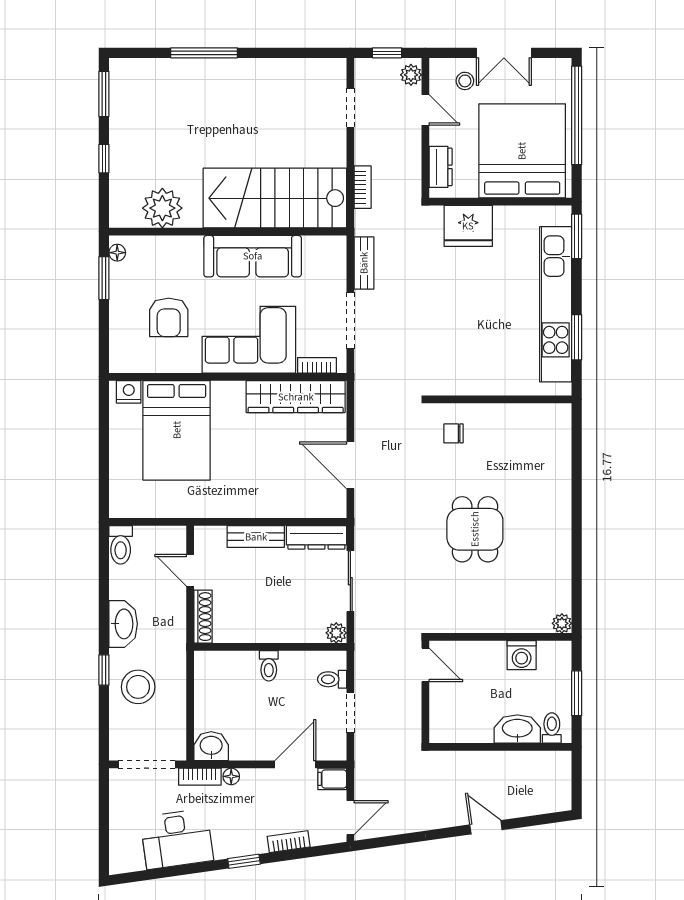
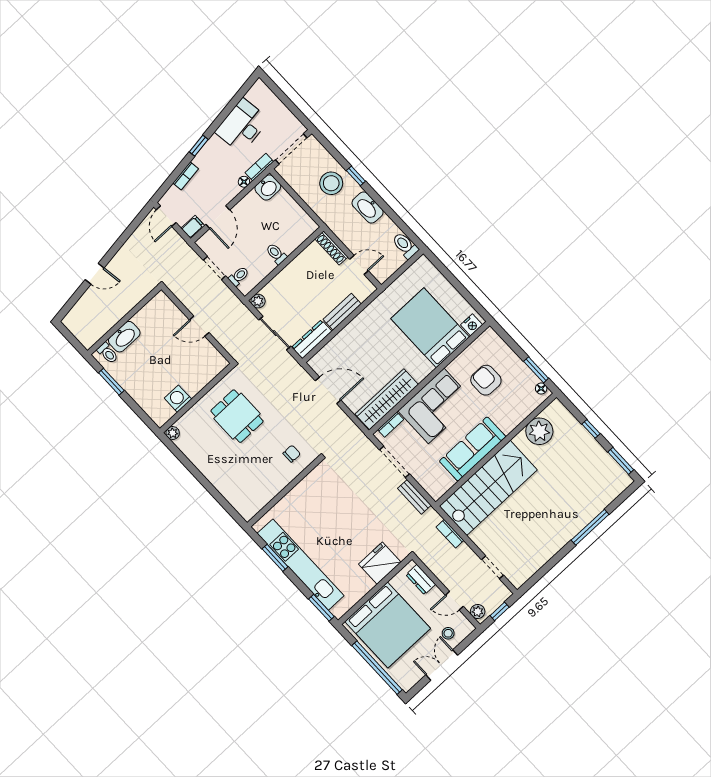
plant: (562, 623) -> (173, 433), moved
wall: (500, 637) -> (197, 398), moved
washing machine: (522, 655) -> (178, 399), moved

